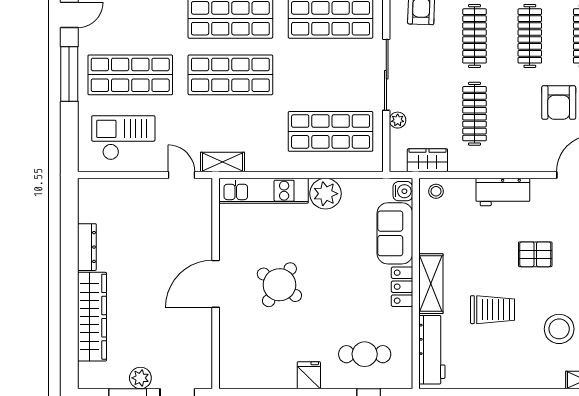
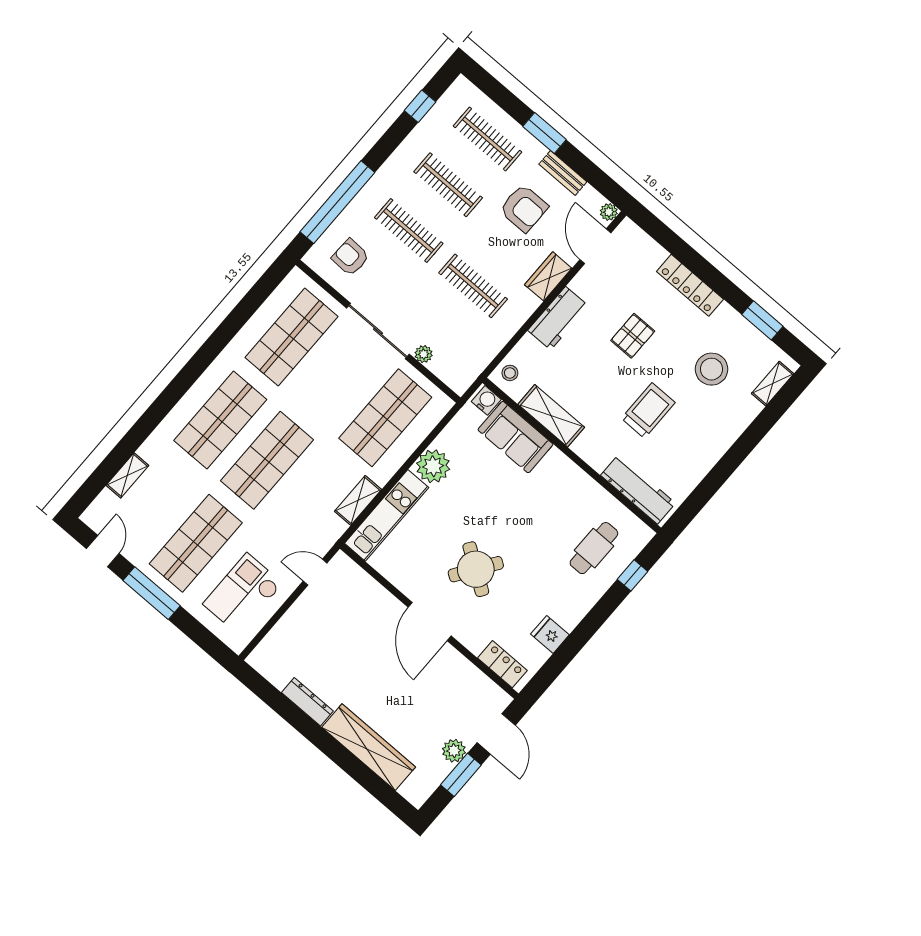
wardrobe: (427, 160) -> (548, 276), moved
shelving: (222, 162) -> (358, 500), moved
shelving: (431, 284) -> (551, 416), moved
locker: (402, 287) -> (502, 664), moved, turned 180
fridge: (309, 375) -> (550, 634), moved

